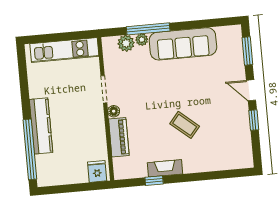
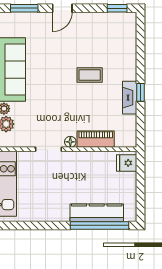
window: (254, 120) -> (117, 8), moved
coffee table: (185, 125) -> (90, 75), turned 50
kitchen counter: (41, 126) -> (97, 213), moved
window: (154, 181) -> (140, 92), moved

